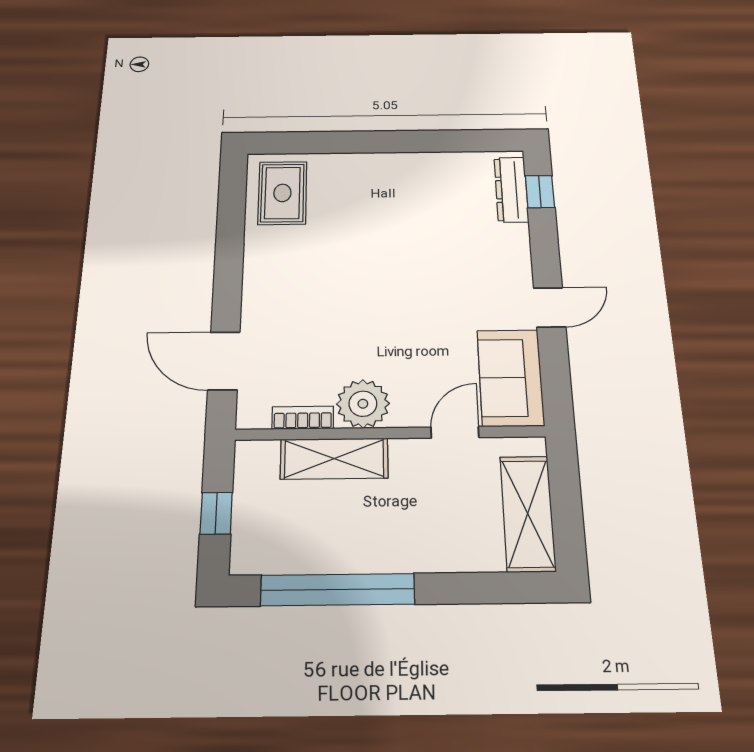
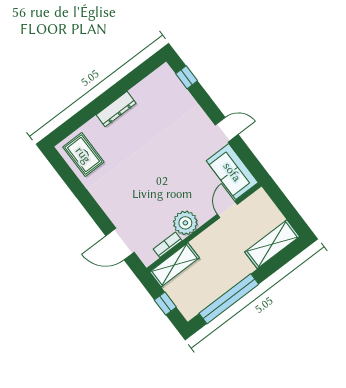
dresser: (511, 190) -> (116, 109), moved, turned -90
door: (550, 307) -> (227, 130), hinge flipped
shelving: (334, 459) -> (174, 265), moved
shelving: (528, 513) -> (272, 244), moved, turned 90

